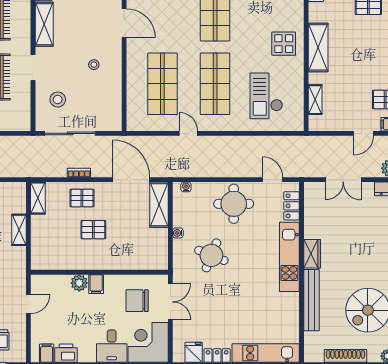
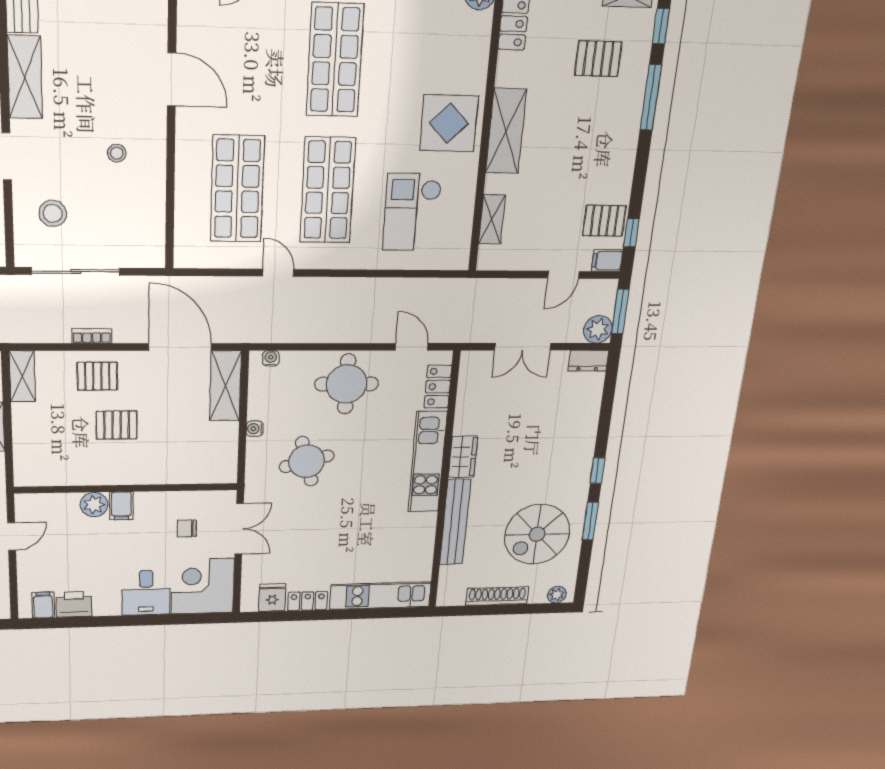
display table: (284, 44) -> (449, 123), width x1.36, depth x1.36
round table: (211, 255) -> (307, 461), turned -37
chair: (137, 301) -> (187, 528), width x0.54, depth x0.54

